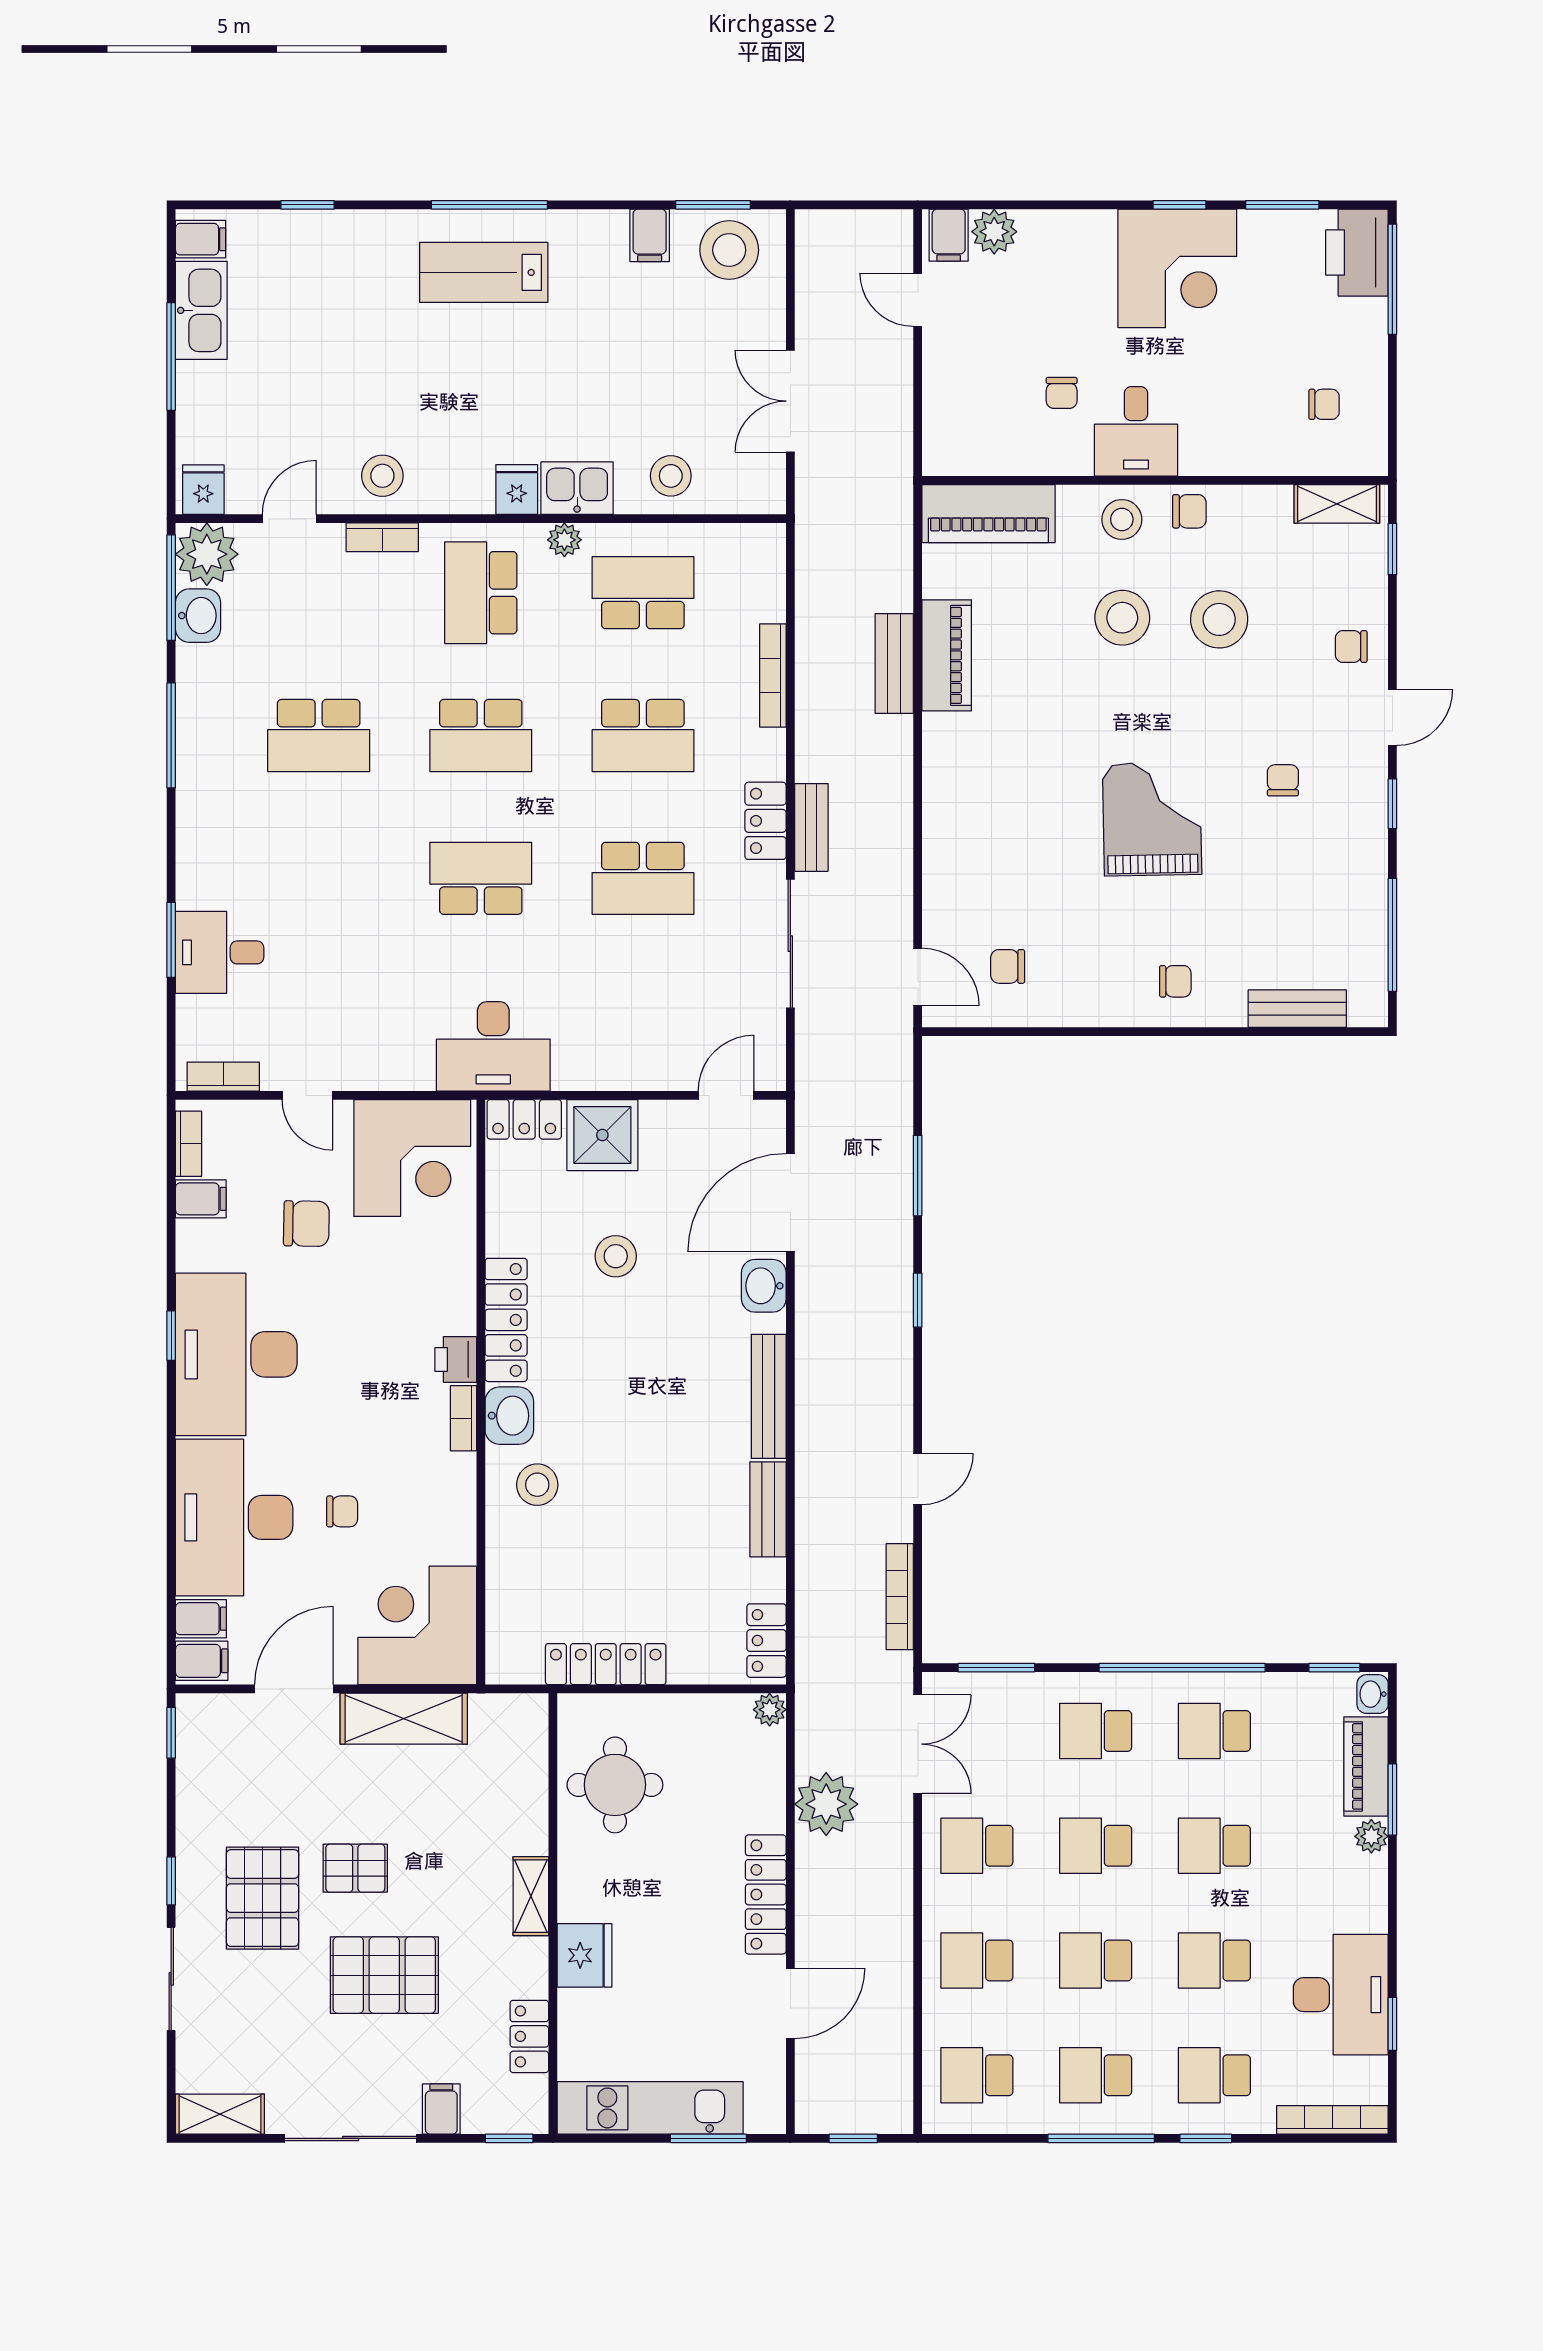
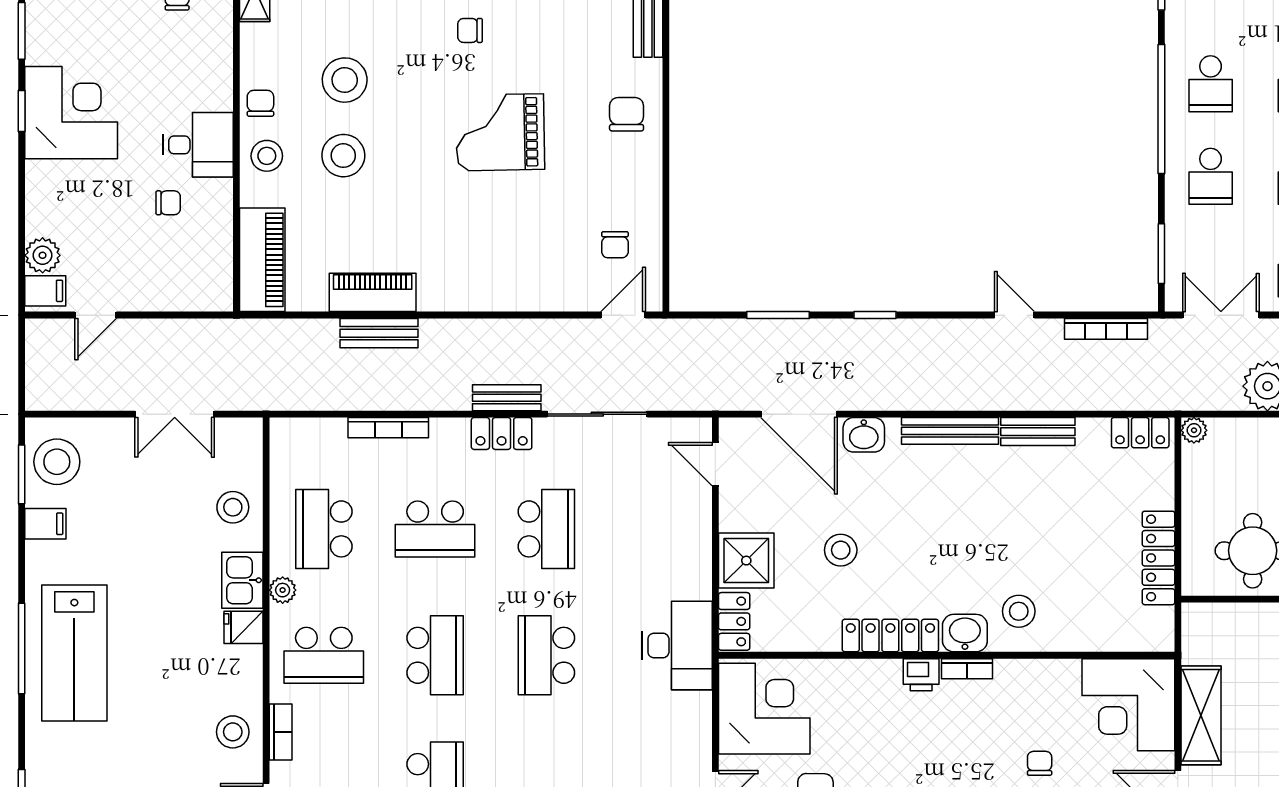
lab bench: (484, 272) -> (74, 653), width x1.36, depth x1.39
school desk: (643, 736) -> (435, 529), turned 90
chair: (1175, 981) -> (627, 114), width x1.37, depth x1.37

